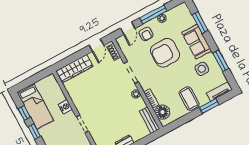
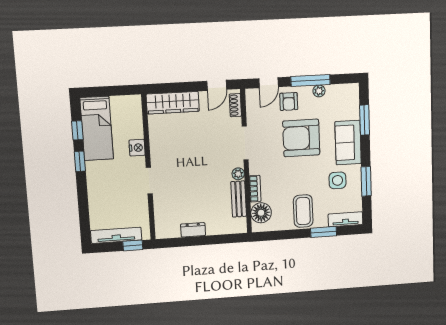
bench: (149, 120) -> (239, 199), moved

